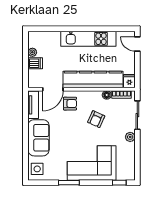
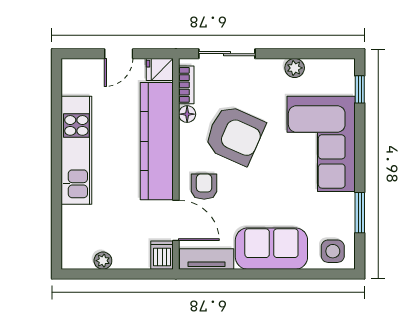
door: (137, 44) -> (119, 54), moved
dishwasher: (35, 63) -> (162, 255), moved
armchair: (96, 119) -> (235, 135), width x1.88, depth x1.88
plant: (130, 137) -> (295, 68), moved
window: (69, 183) -> (360, 213), moved

